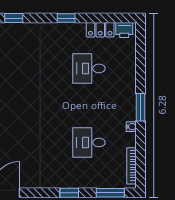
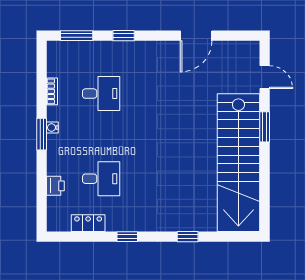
printer: (124, 30) -> (55, 186), moved, turned 90
water cooler: (131, 127) -> (52, 128), moved
bookcase: (132, 166) -> (52, 91), moved, width x0.64

